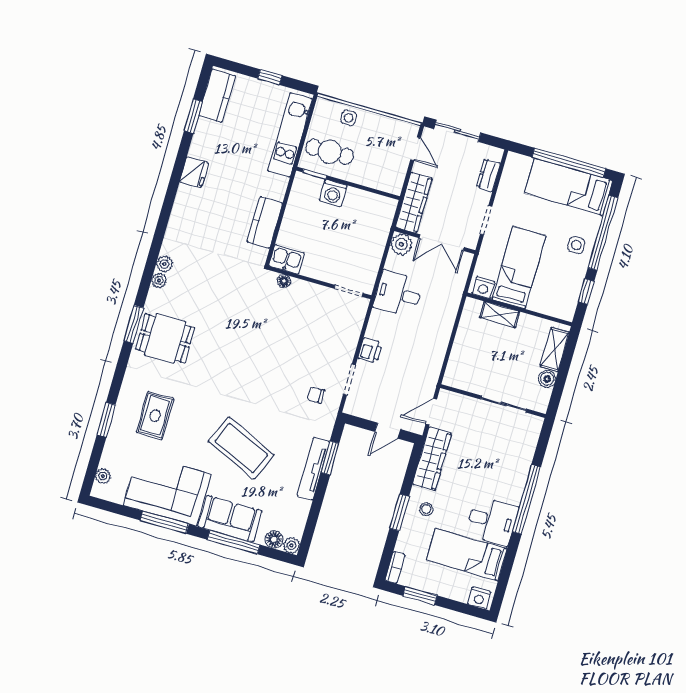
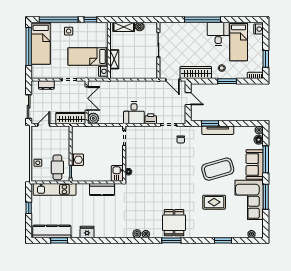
kitchen counter: (217, 96) -> (52, 232), width x1.50
desk: (398, 294) -> (134, 113), moved
rug: (155, 416) -> (214, 202), moved
coffee table: (241, 448) -> (218, 169), turned 50

